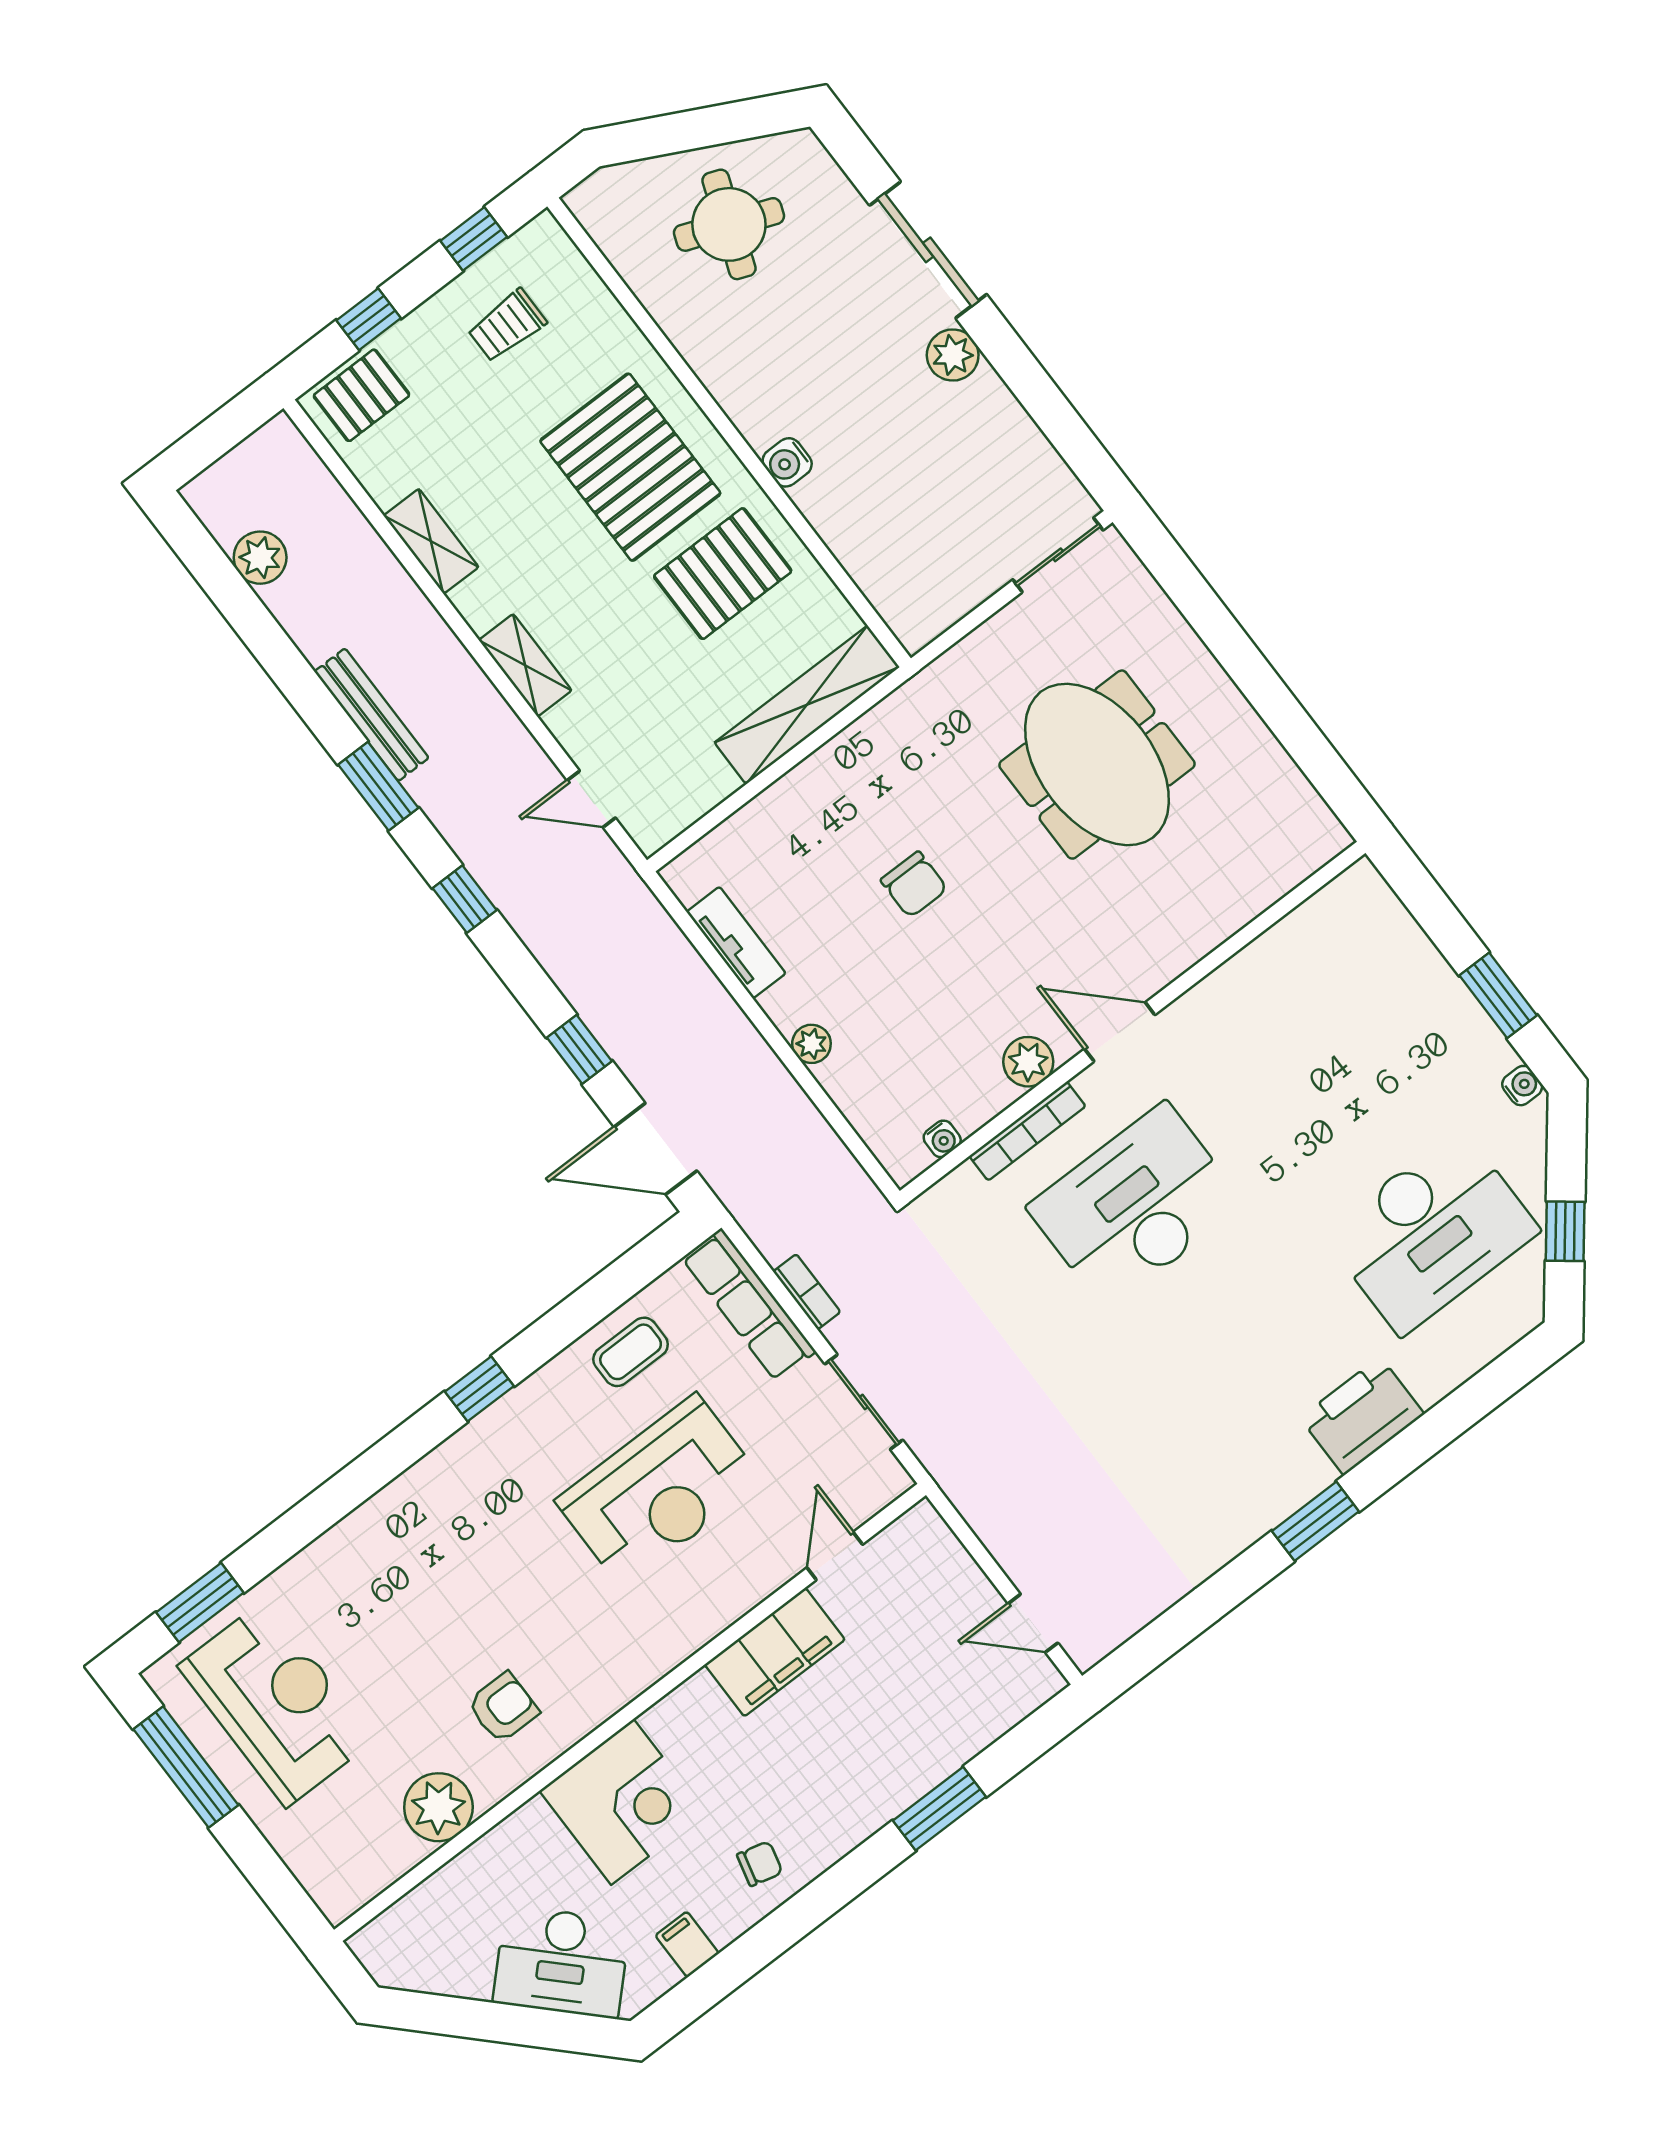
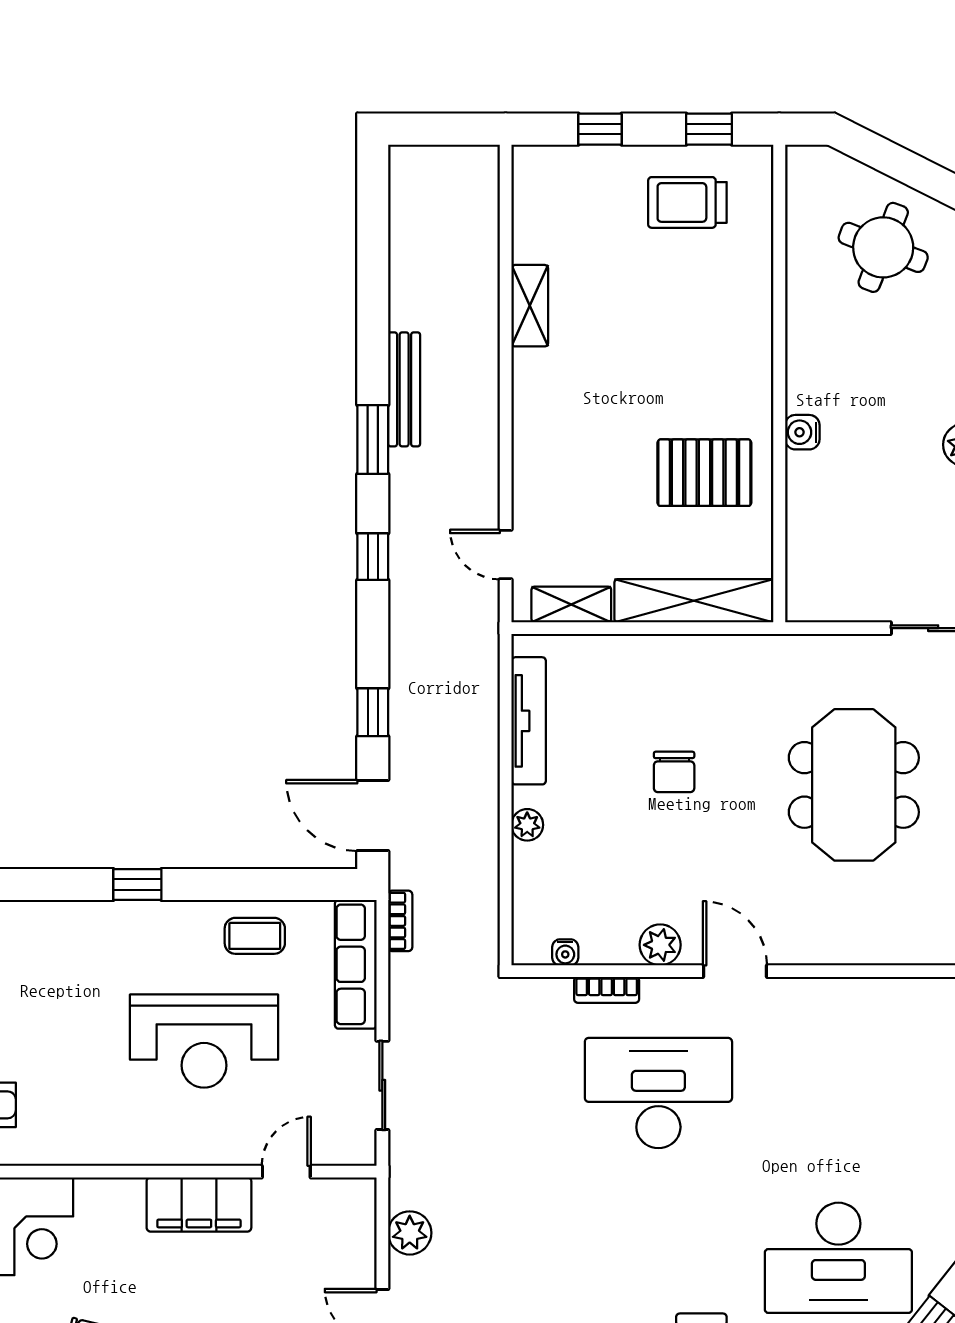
trolley: (507, 326) -> (687, 202), width x1.36, depth x1.39
pallet: (362, 395) -> (557, 175), removed
pallet: (630, 467) -> (697, 357), removed
plant: (260, 558) -> (410, 1233), moved
shelving: (525, 665) -> (571, 604), moved, turned 90
tv unit: (736, 943) -> (529, 721), width x1.41
bookcase: (1027, 1131) -> (607, 990), width x0.64
bookcase: (807, 1292) -> (400, 921), moved

